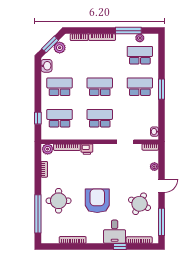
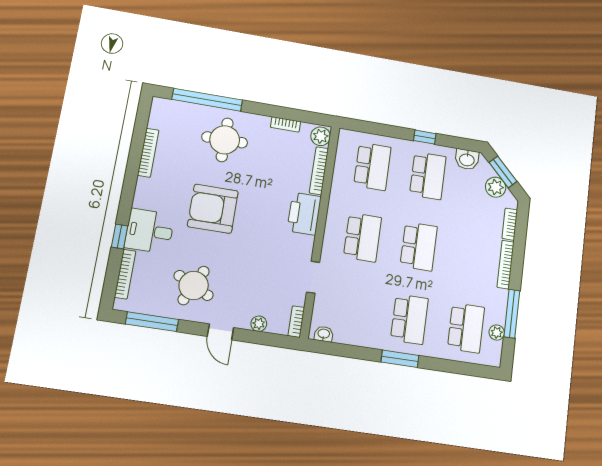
window: (38, 118) -> (425, 137), moved
printer: (87, 149) -> (304, 214), width x1.87, depth x1.48
armchair: (97, 201) -> (213, 209), turned 180

